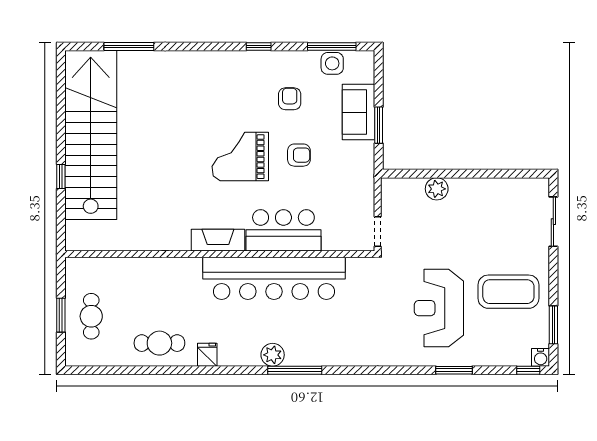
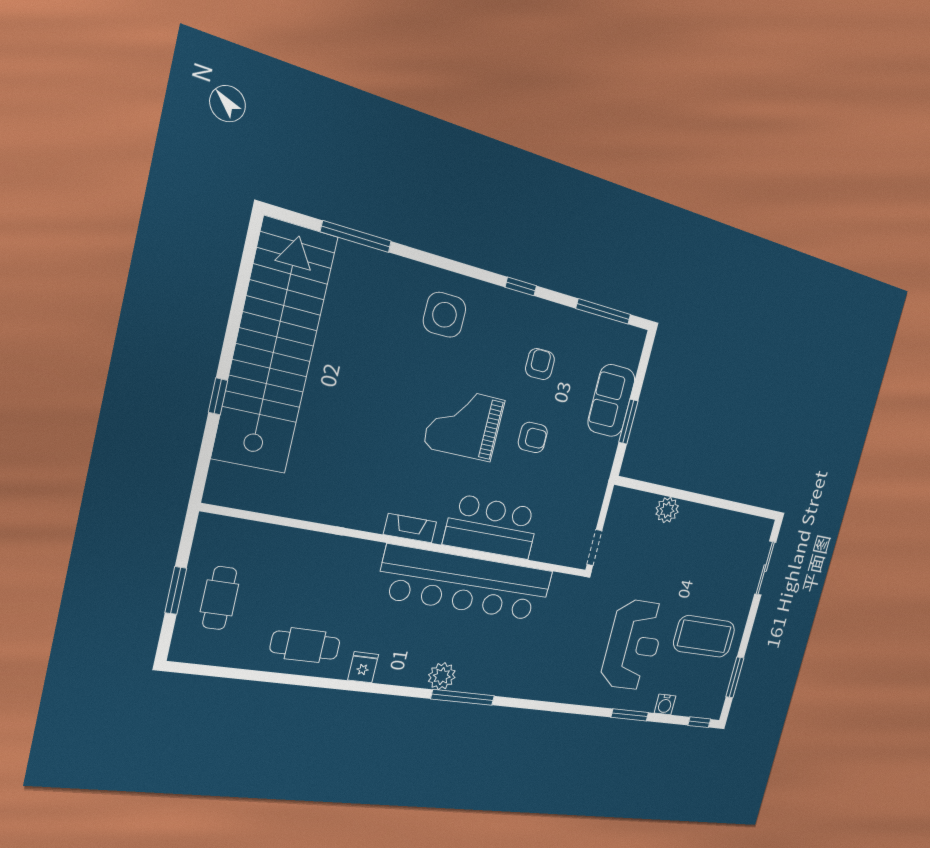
side table: (332, 63) -> (445, 315), moved, width x1.37, depth x1.37
fireplace: (218, 240) -> (410, 528), width x0.73, depth x0.76
reception desk: (439, 308) -> (633, 645), turned 180
water cooler: (541, 357) -> (665, 704), moved

